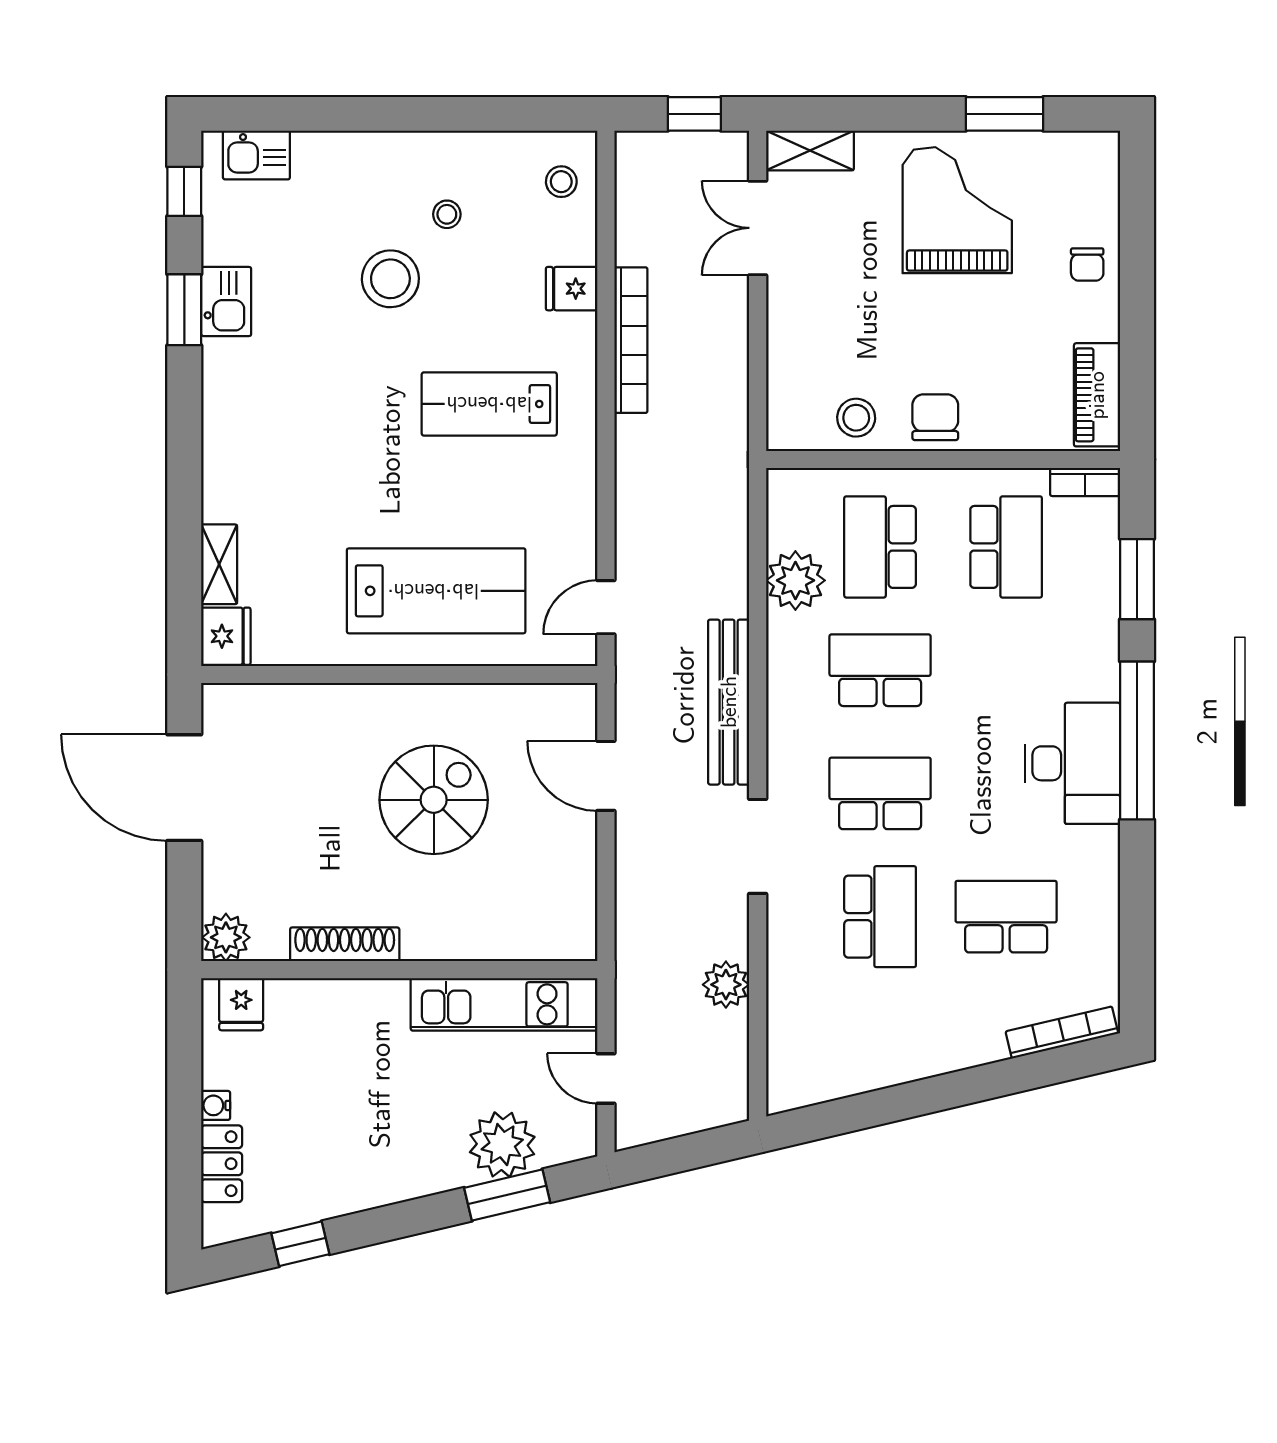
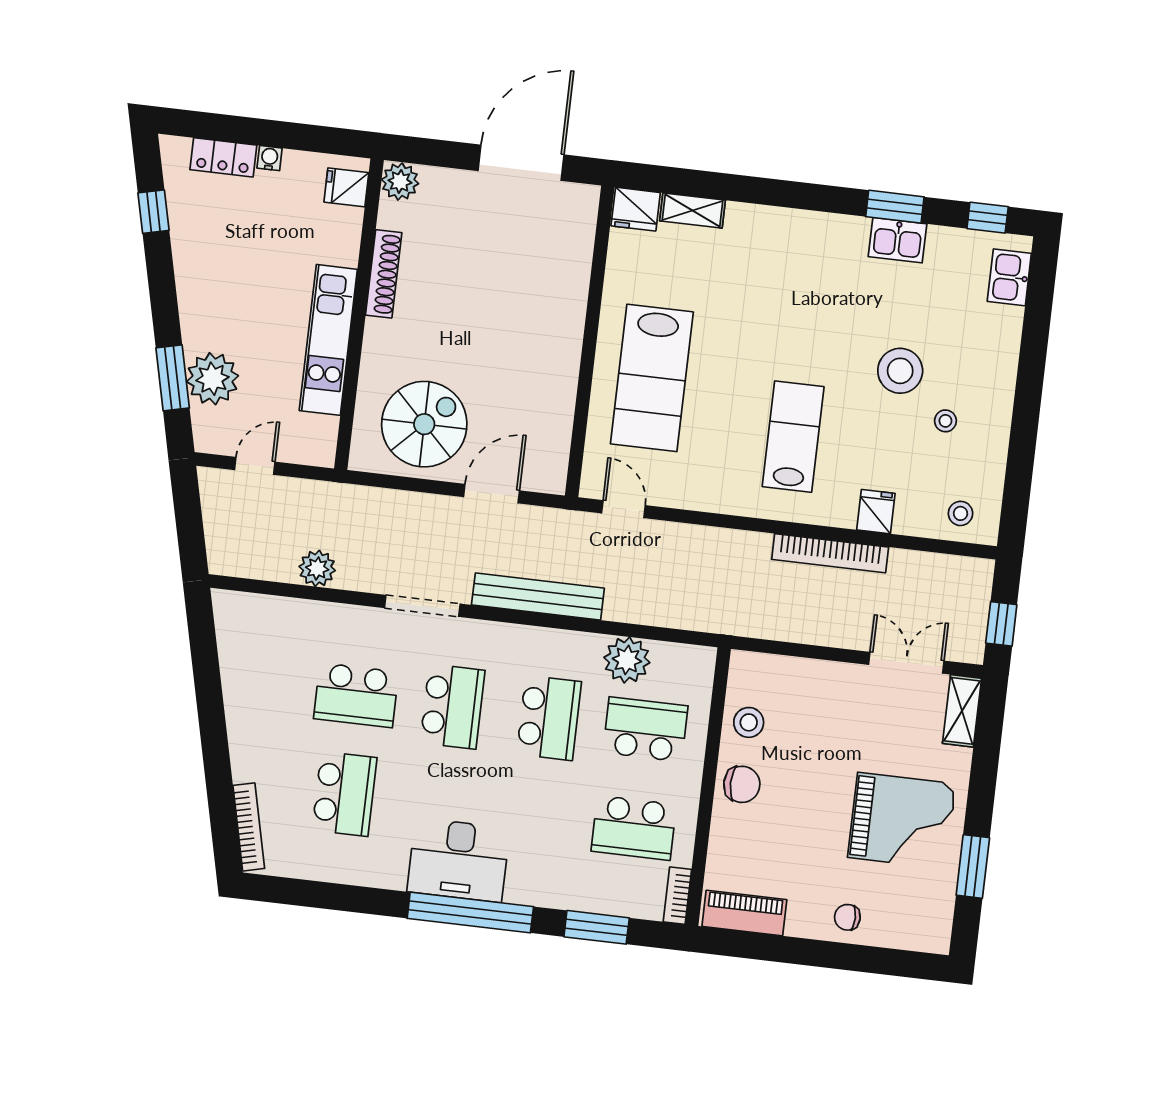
spiral stairs: (434, 800) -> (424, 424), moved, turned -90
kitchen unit: (504, 1004) -> (328, 340), moved

